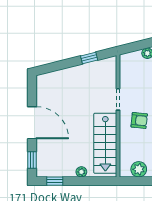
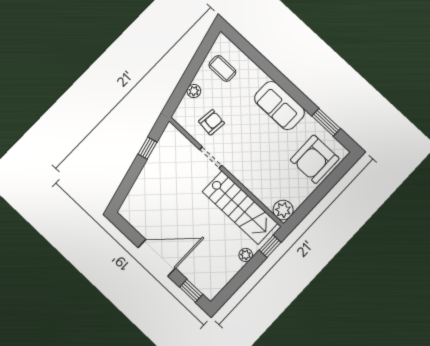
armchair: (139, 120) -> (212, 122), moved
plant: (139, 169) -> (283, 210), moved
window: (55, 181) -> (270, 246), moved

